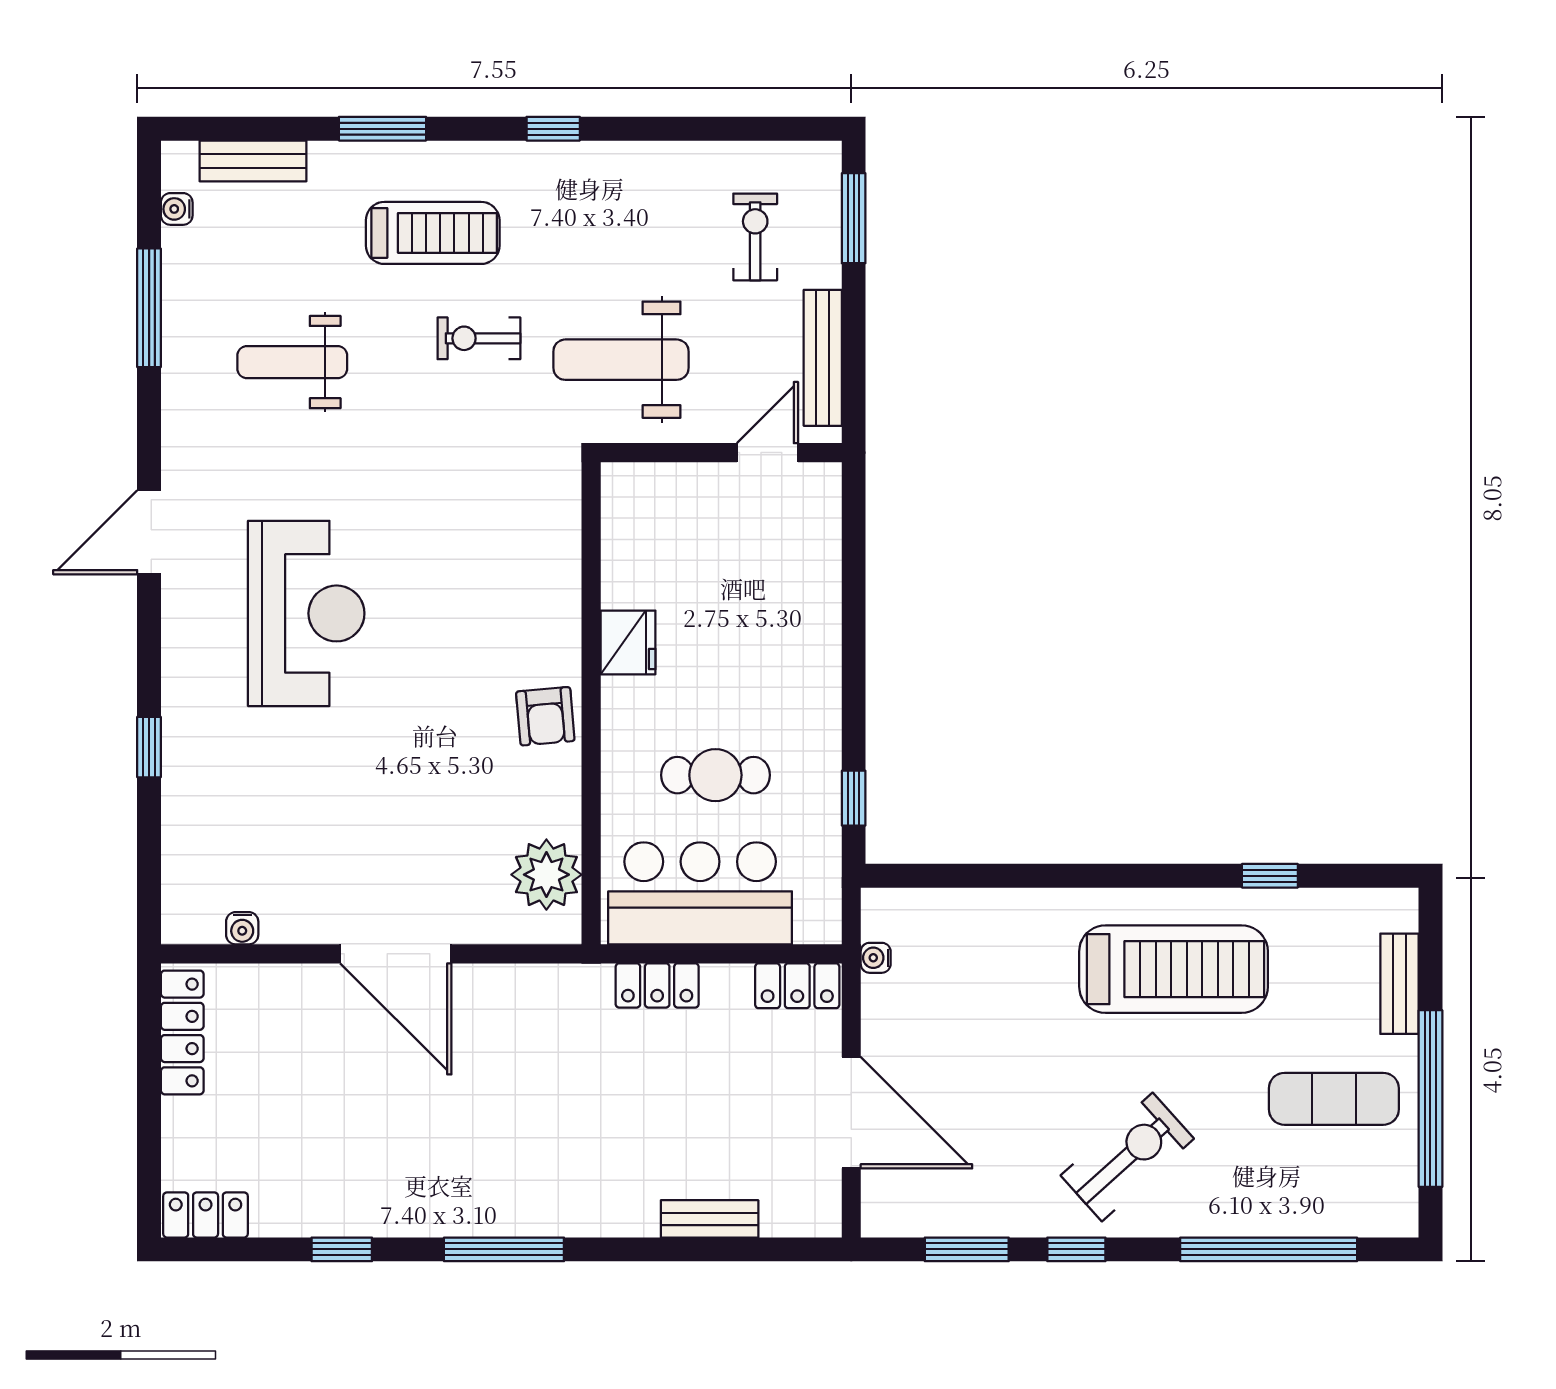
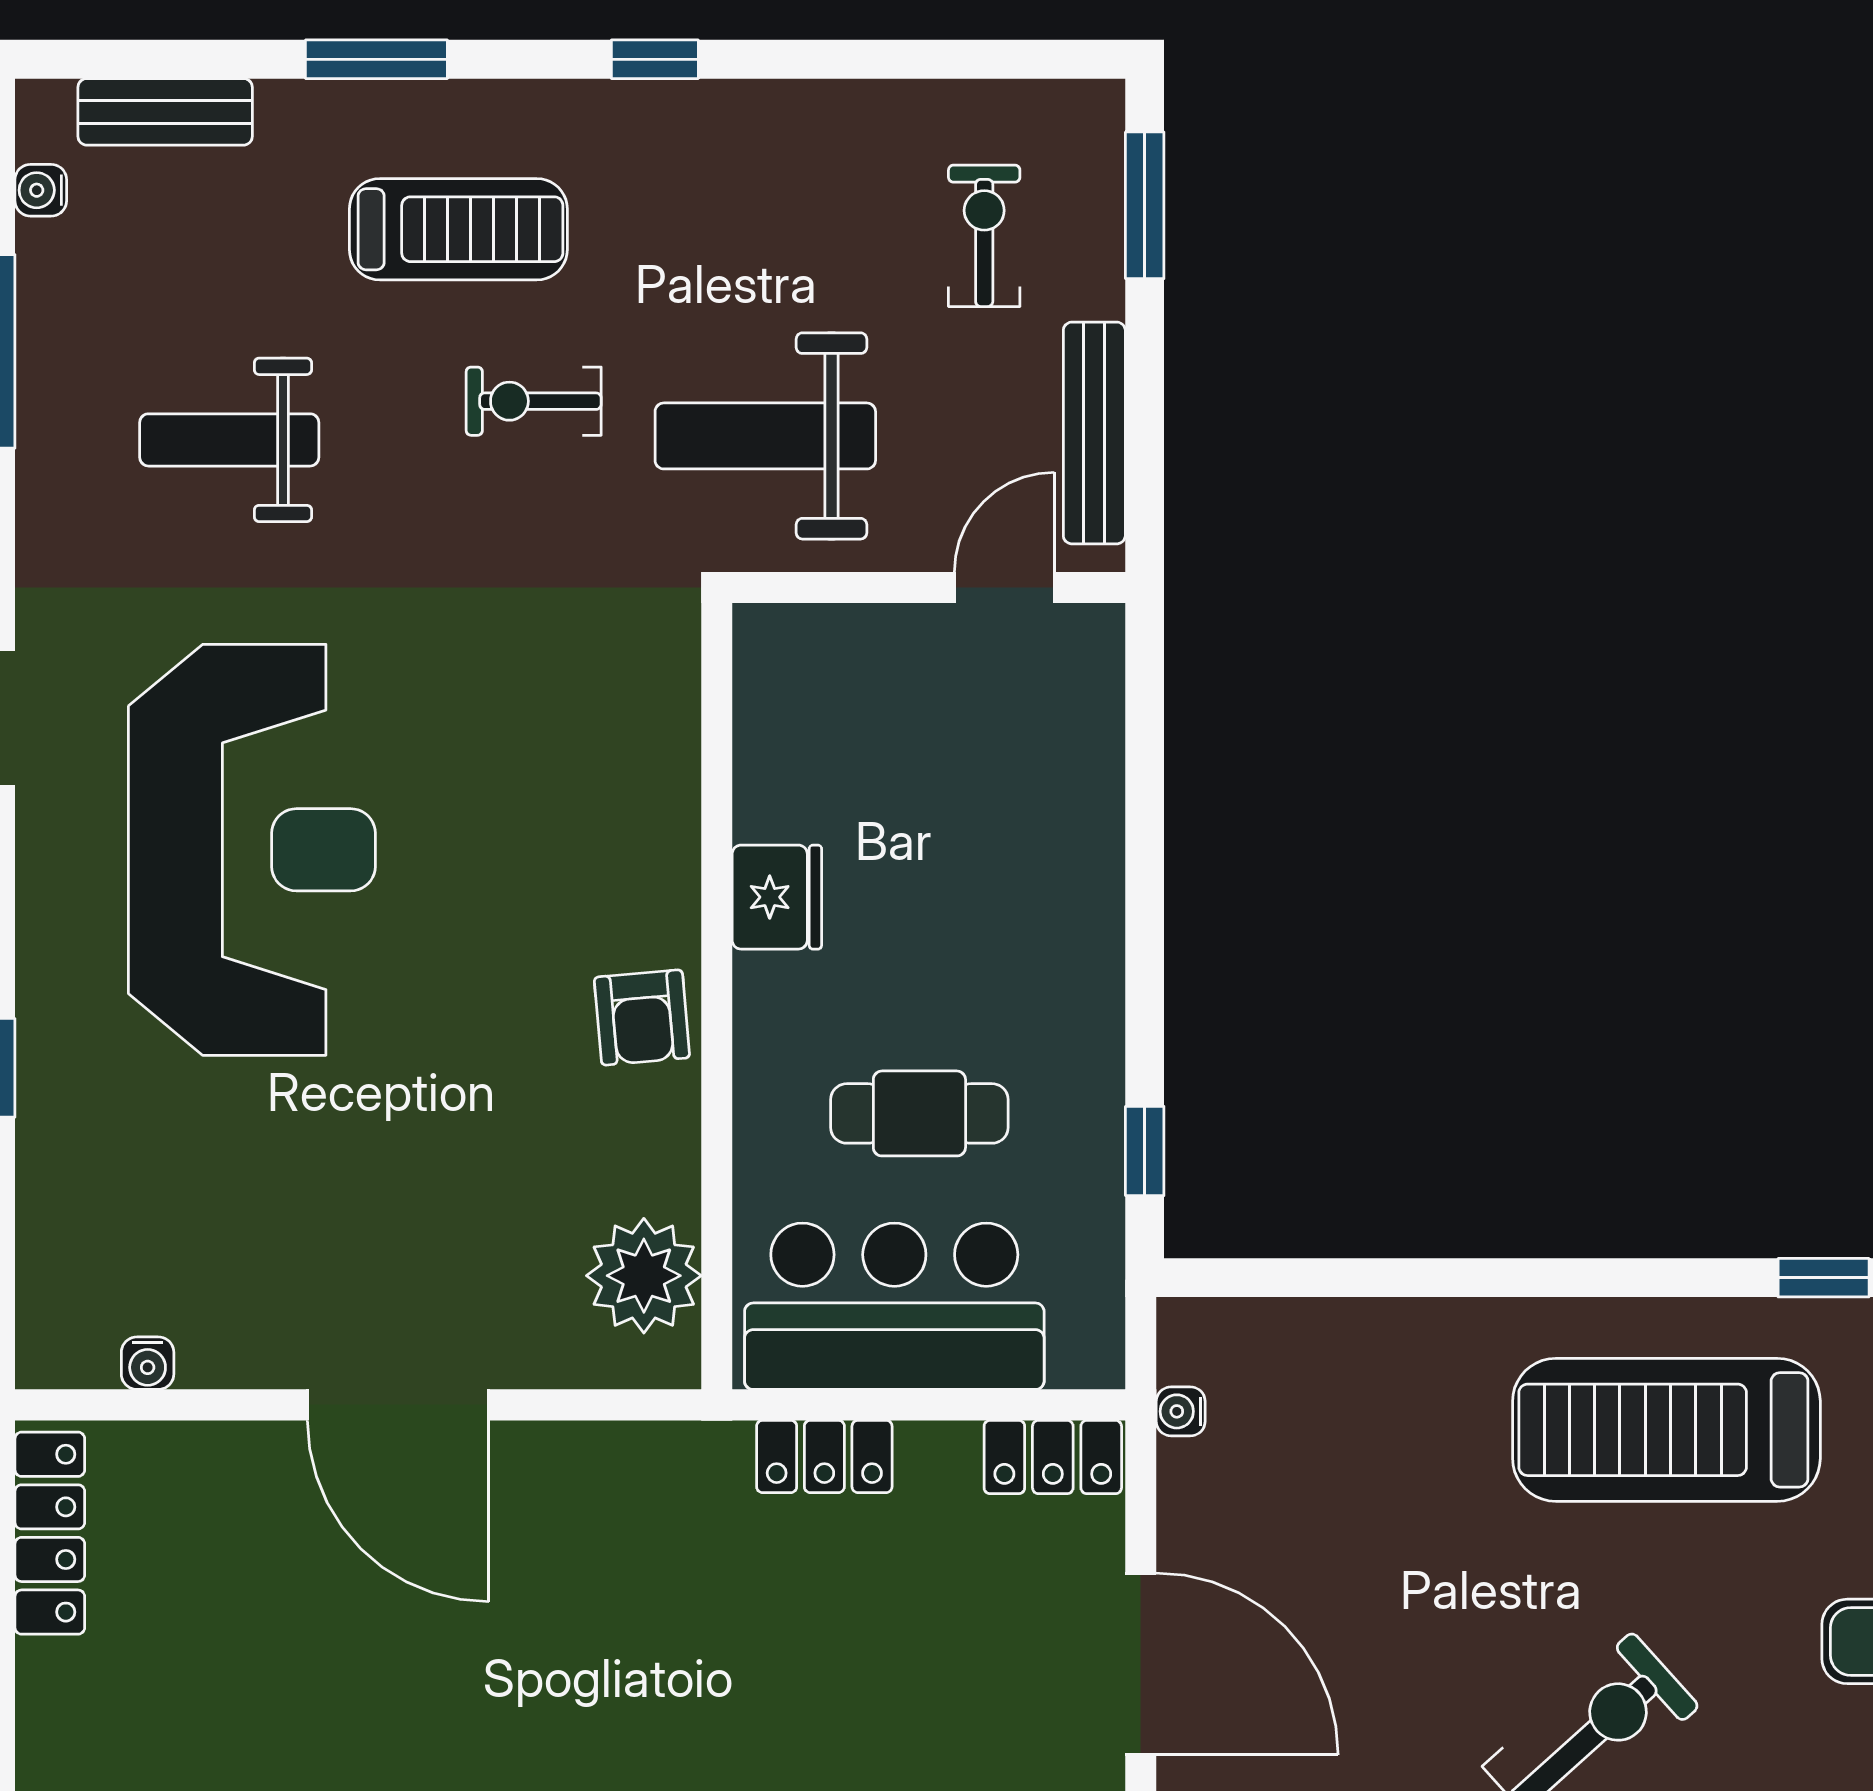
reception desk: (306, 613) -> (252, 850), width x1.36, depth x1.30
treadmill: (1174, 969) -> (1666, 1430), turned 180

